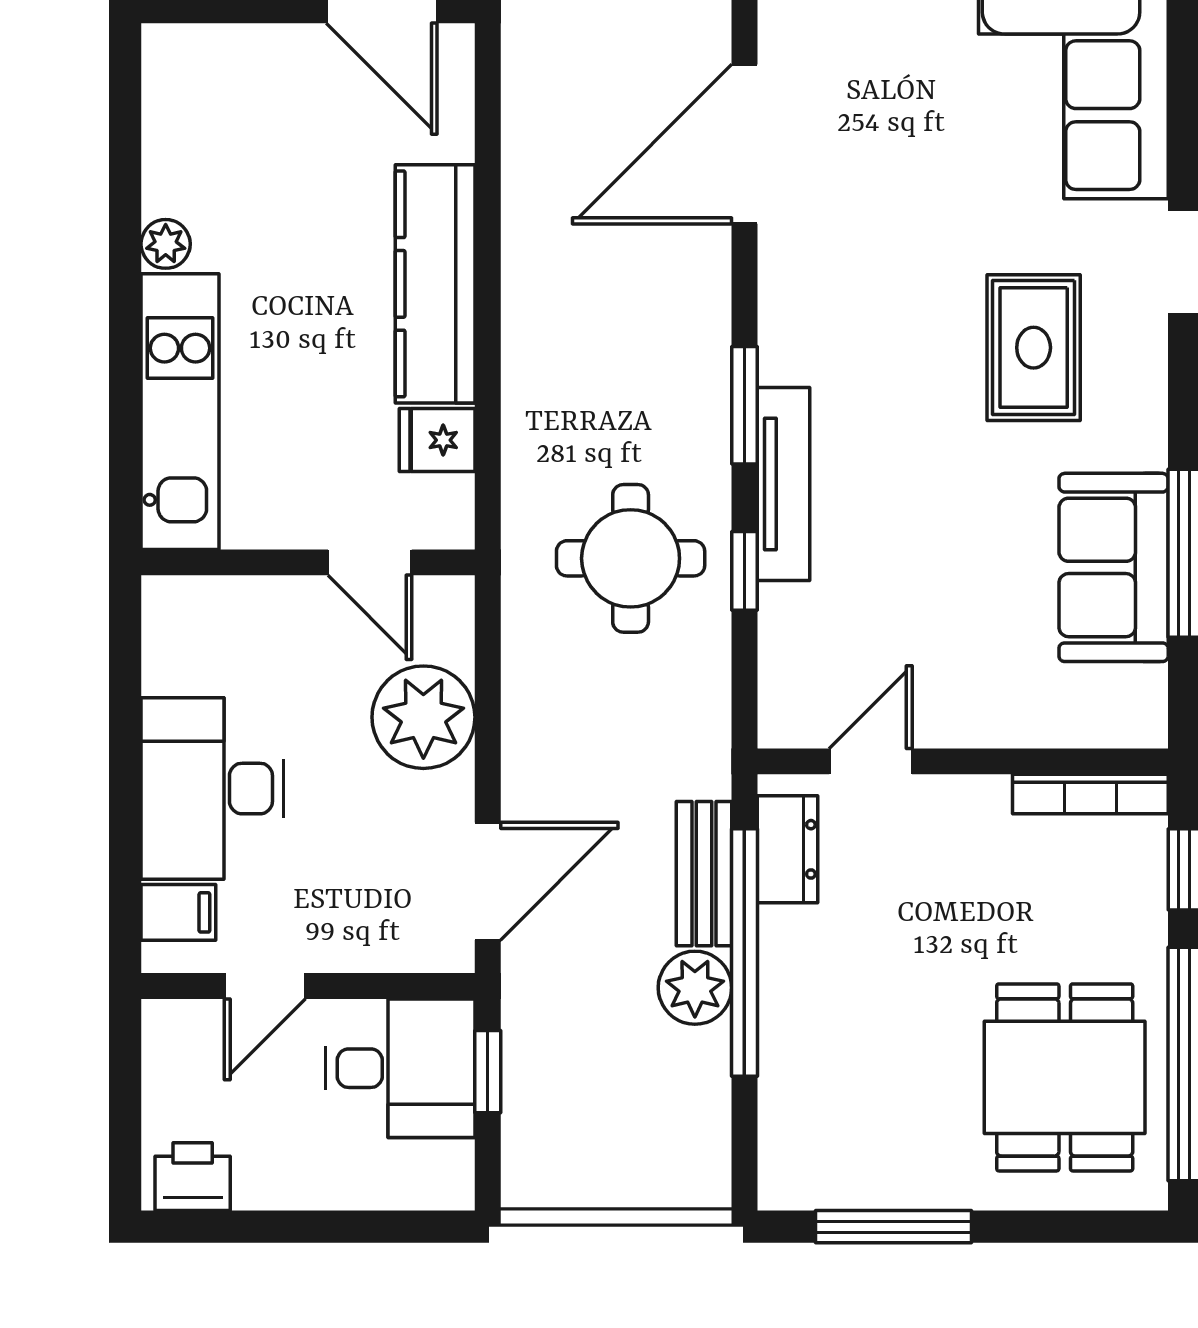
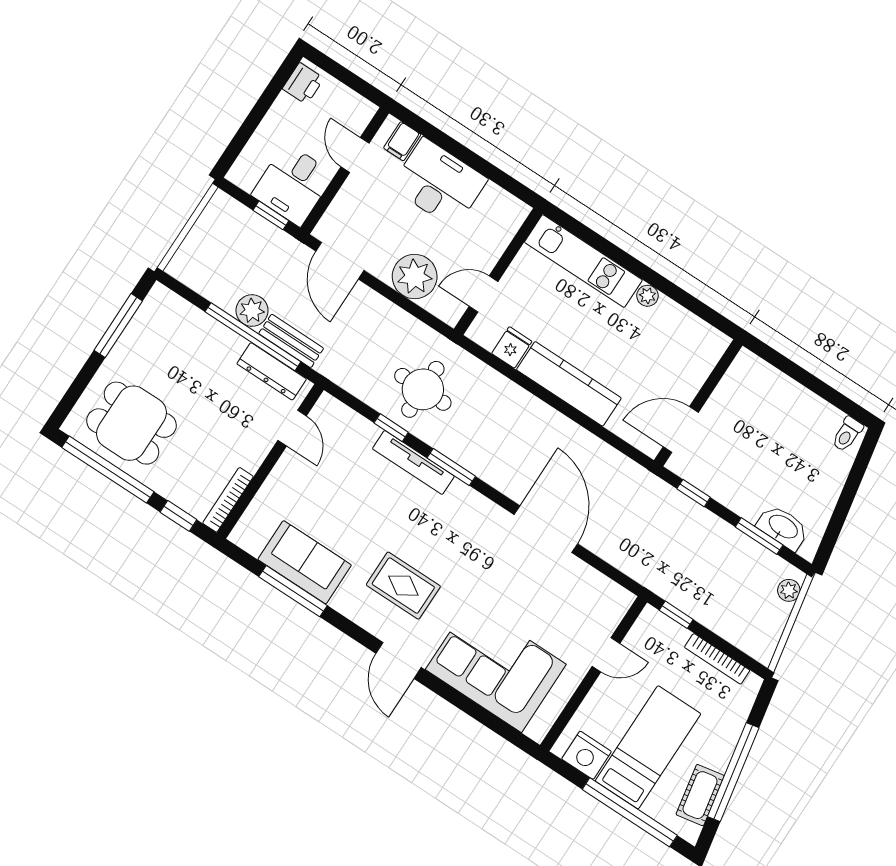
dresser: (787, 849) -> (272, 371), width x1.44

